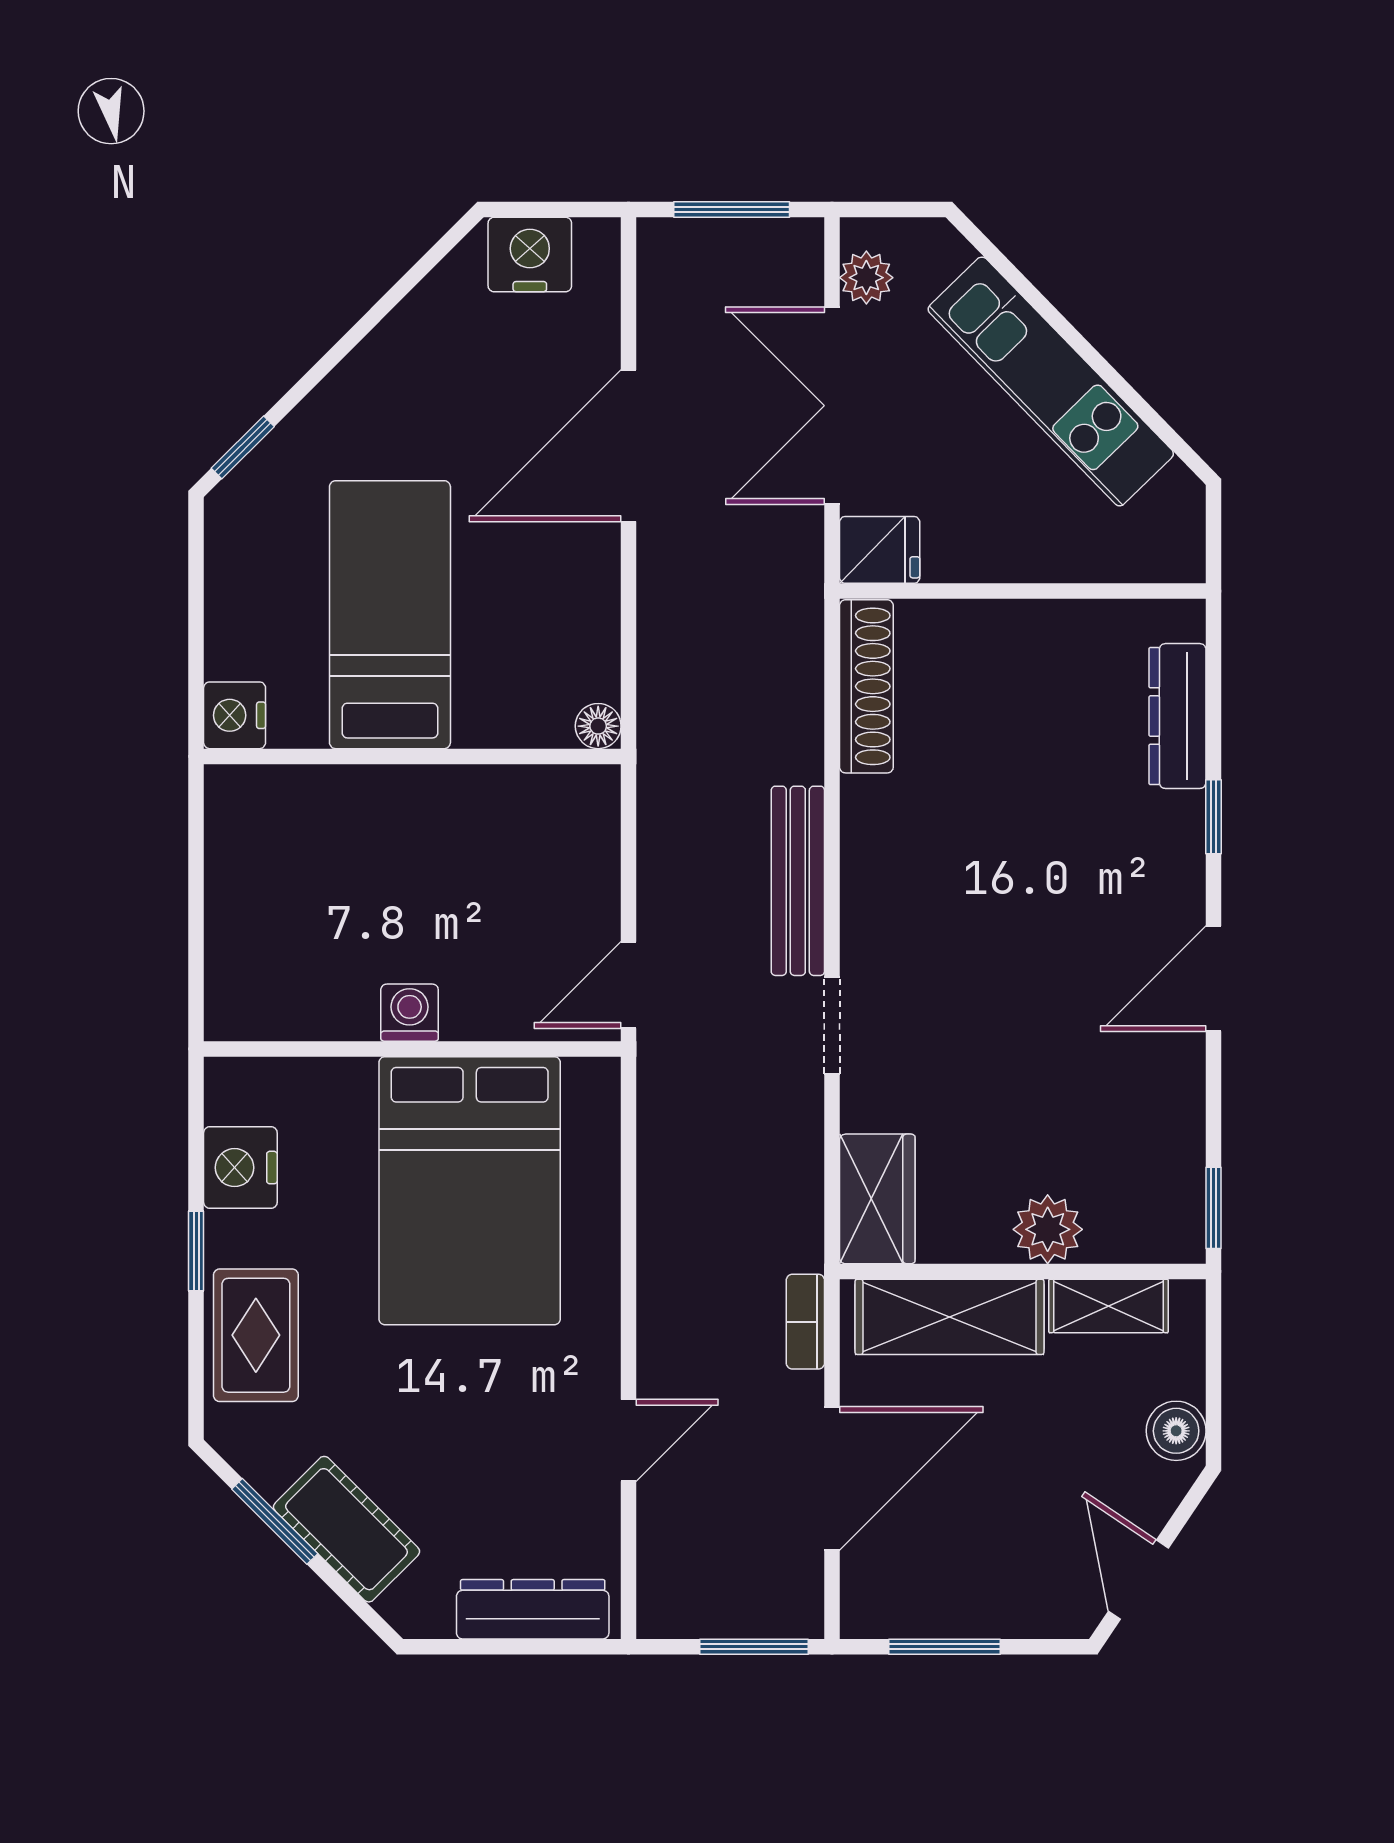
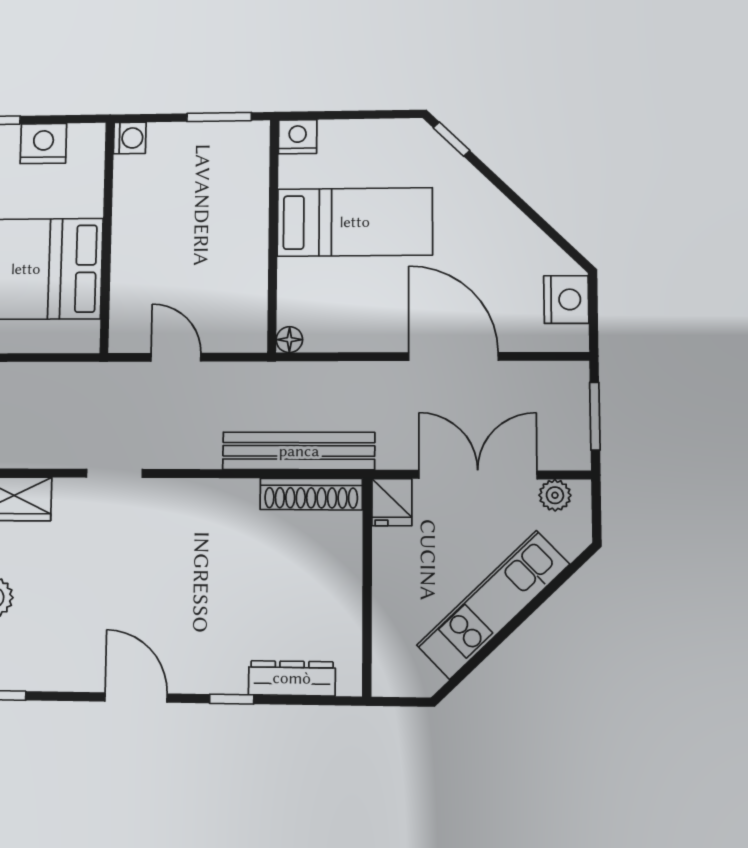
window: (196, 854) -> (219, 117), added
bench: (798, 881) -> (299, 451), moved, width x1.37, depth x1.21
door: (629, 985) -> (176, 357), moved
washing machine: (410, 1013) -> (130, 138), moved

